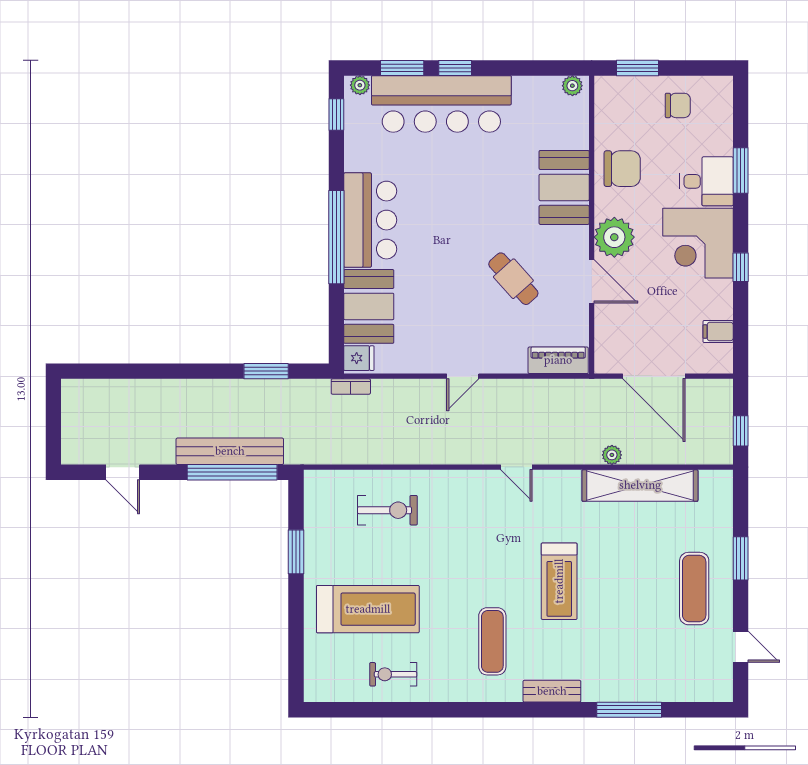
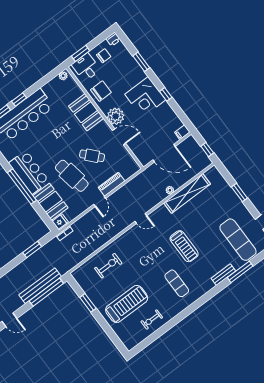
printer: (720, 88) -> (113, 39), added
desk: (706, 181) -> (86, 67), moved, turned -90
cafe table: (446, 288) -> (72, 176), added
filing cabinet: (718, 332) -> (182, 132), moved
piano: (558, 360) -> (112, 184), moved
exercise mat: (694, 589) -> (238, 240), moved, width x1.36, depth x1.45
bench: (552, 691) -> (223, 275), moved

